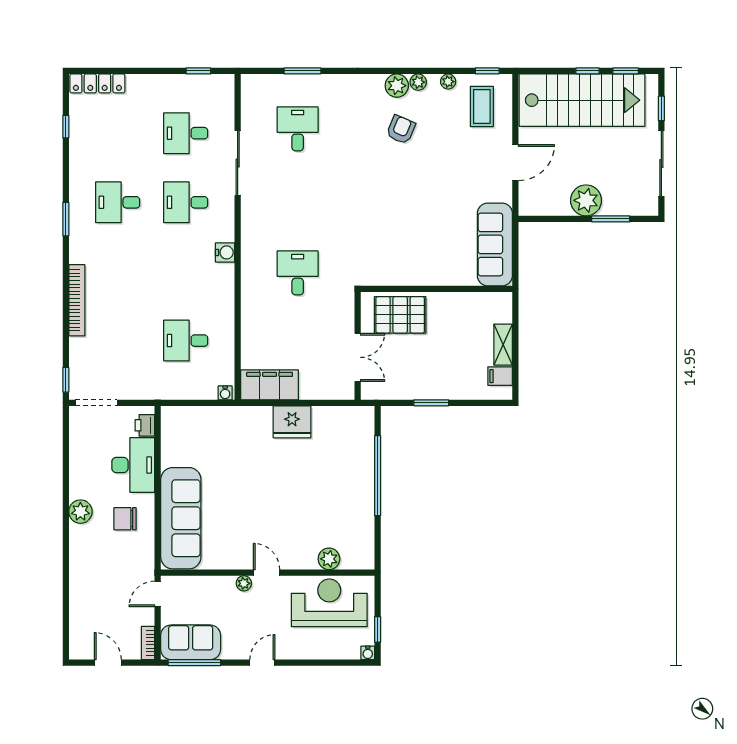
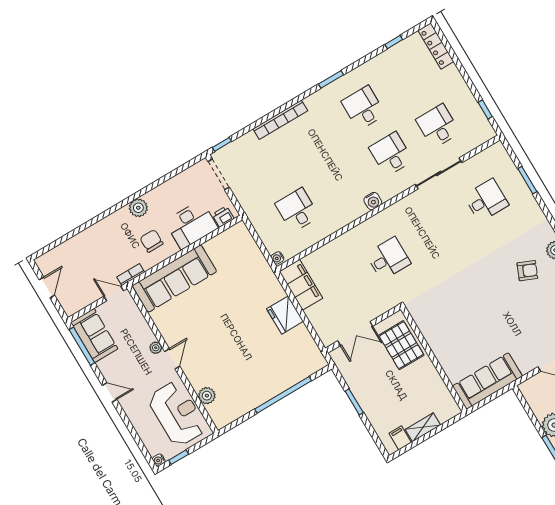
bookcase: (148, 643) -> (131, 275), moved

